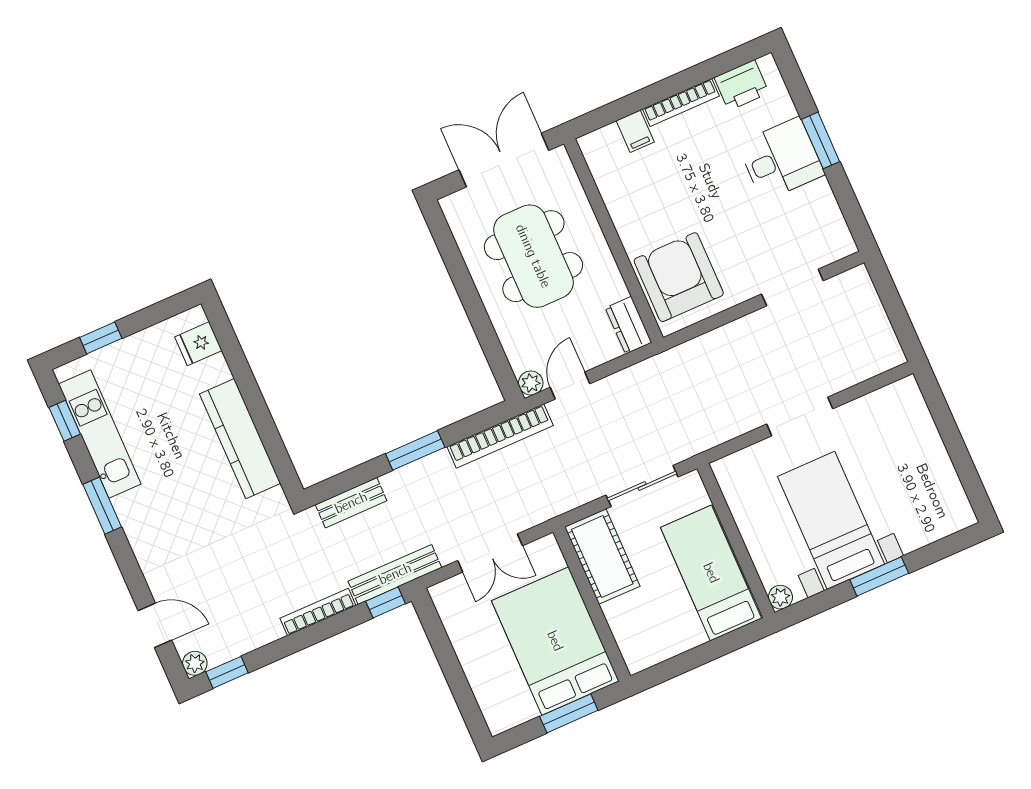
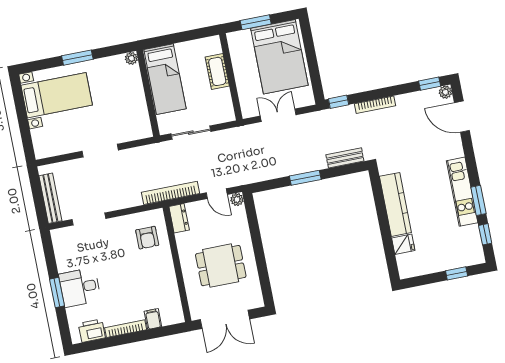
dining table: (533, 256) -> (221, 266), width x0.73
armchair: (679, 277) -> (147, 238), width x0.53, depth x0.53
fridge: (198, 344) -> (403, 244), moved
door: (570, 385) -> (217, 194), hinge flipped
kitchen unit: (100, 434) -> (462, 192), moved
bookcase: (500, 436) -> (170, 193), moved
window: (102, 506) -> (478, 200), moved
bed with nightstands: (831, 520) -> (57, 95), moved, turned -90
cot: (602, 557) -> (217, 71), moved, width x0.73, depth x0.75
bench: (395, 574) -> (50, 198), moved, turned 90
door: (155, 625) -> (462, 117), width x1.38
bed: (555, 641) -> (279, 57), moved

